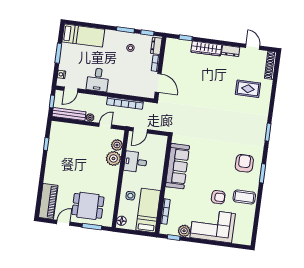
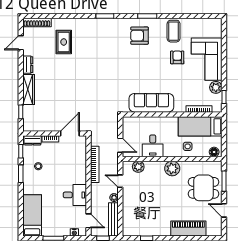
plant: (113, 158) -> (172, 168), moved
piano: (48, 201) -> (188, 229), moved
dining table: (88, 206) -> (204, 188), turned 90

